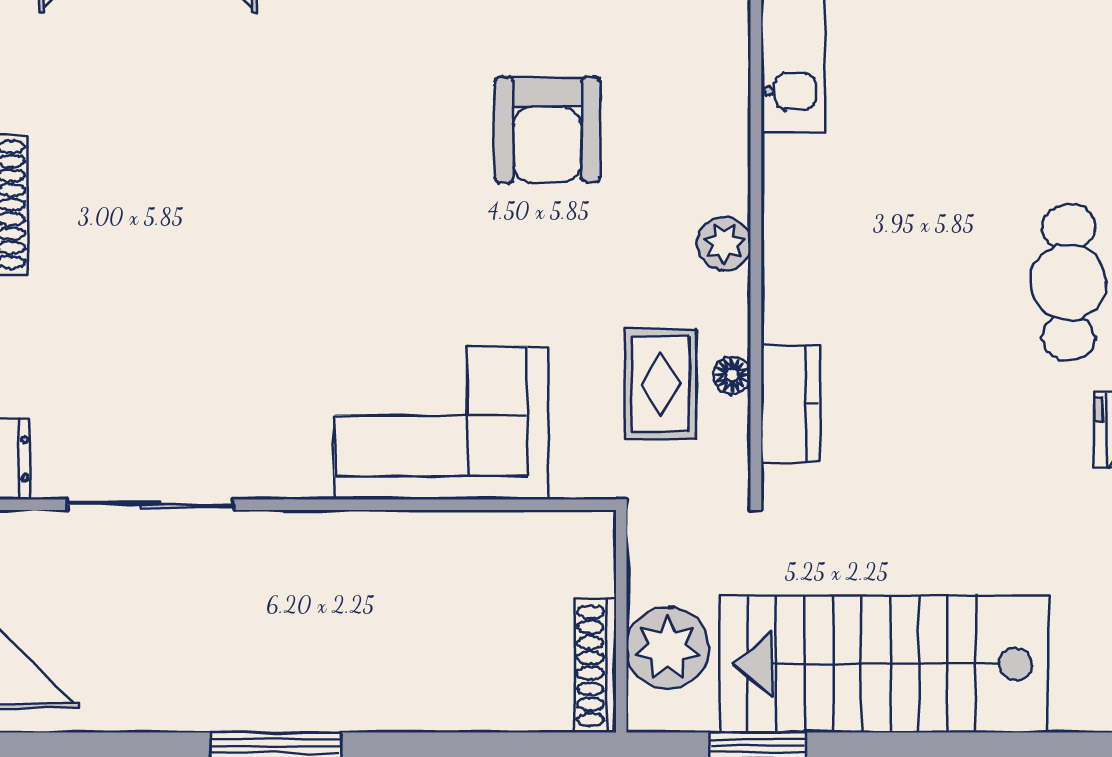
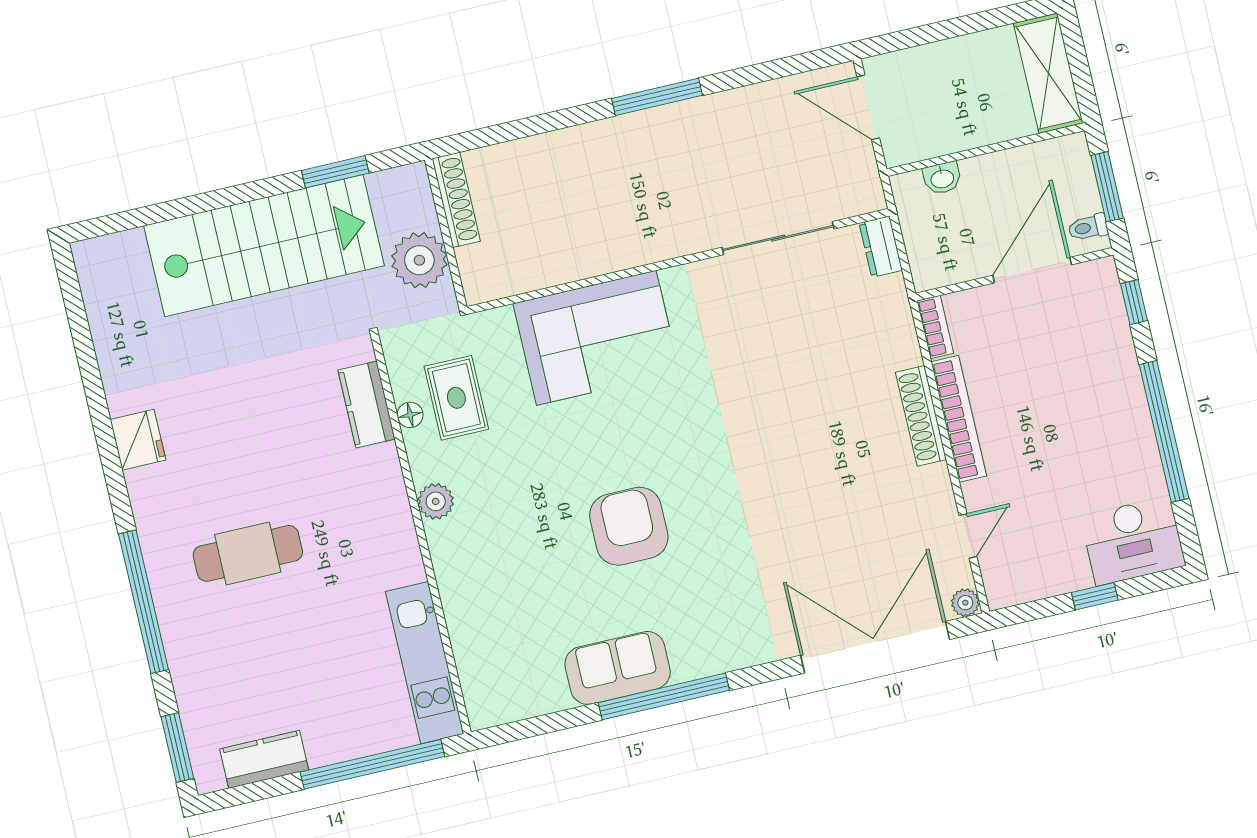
armchair: (547, 130) -> (629, 526), moved
cafe table: (1068, 282) -> (248, 553), moved, turned 90
plant: (668, 648) -> (419, 260), moved

